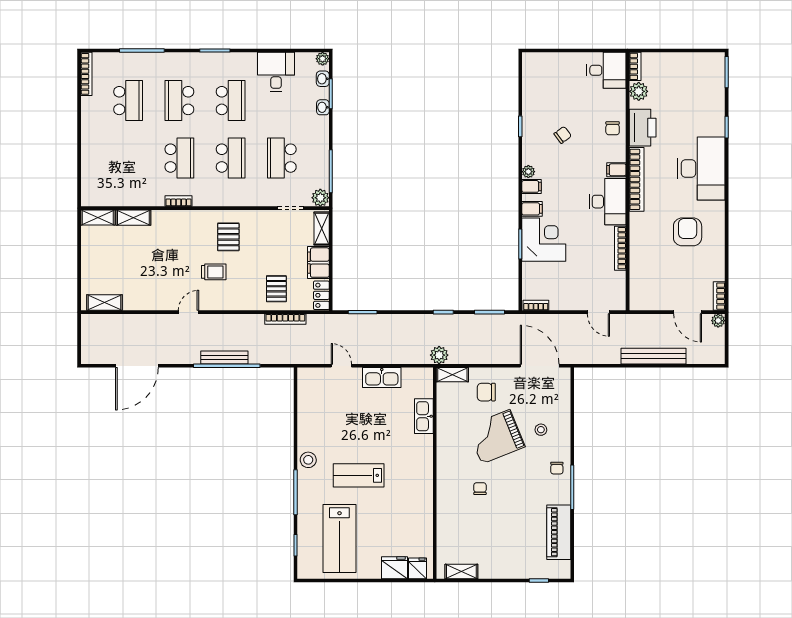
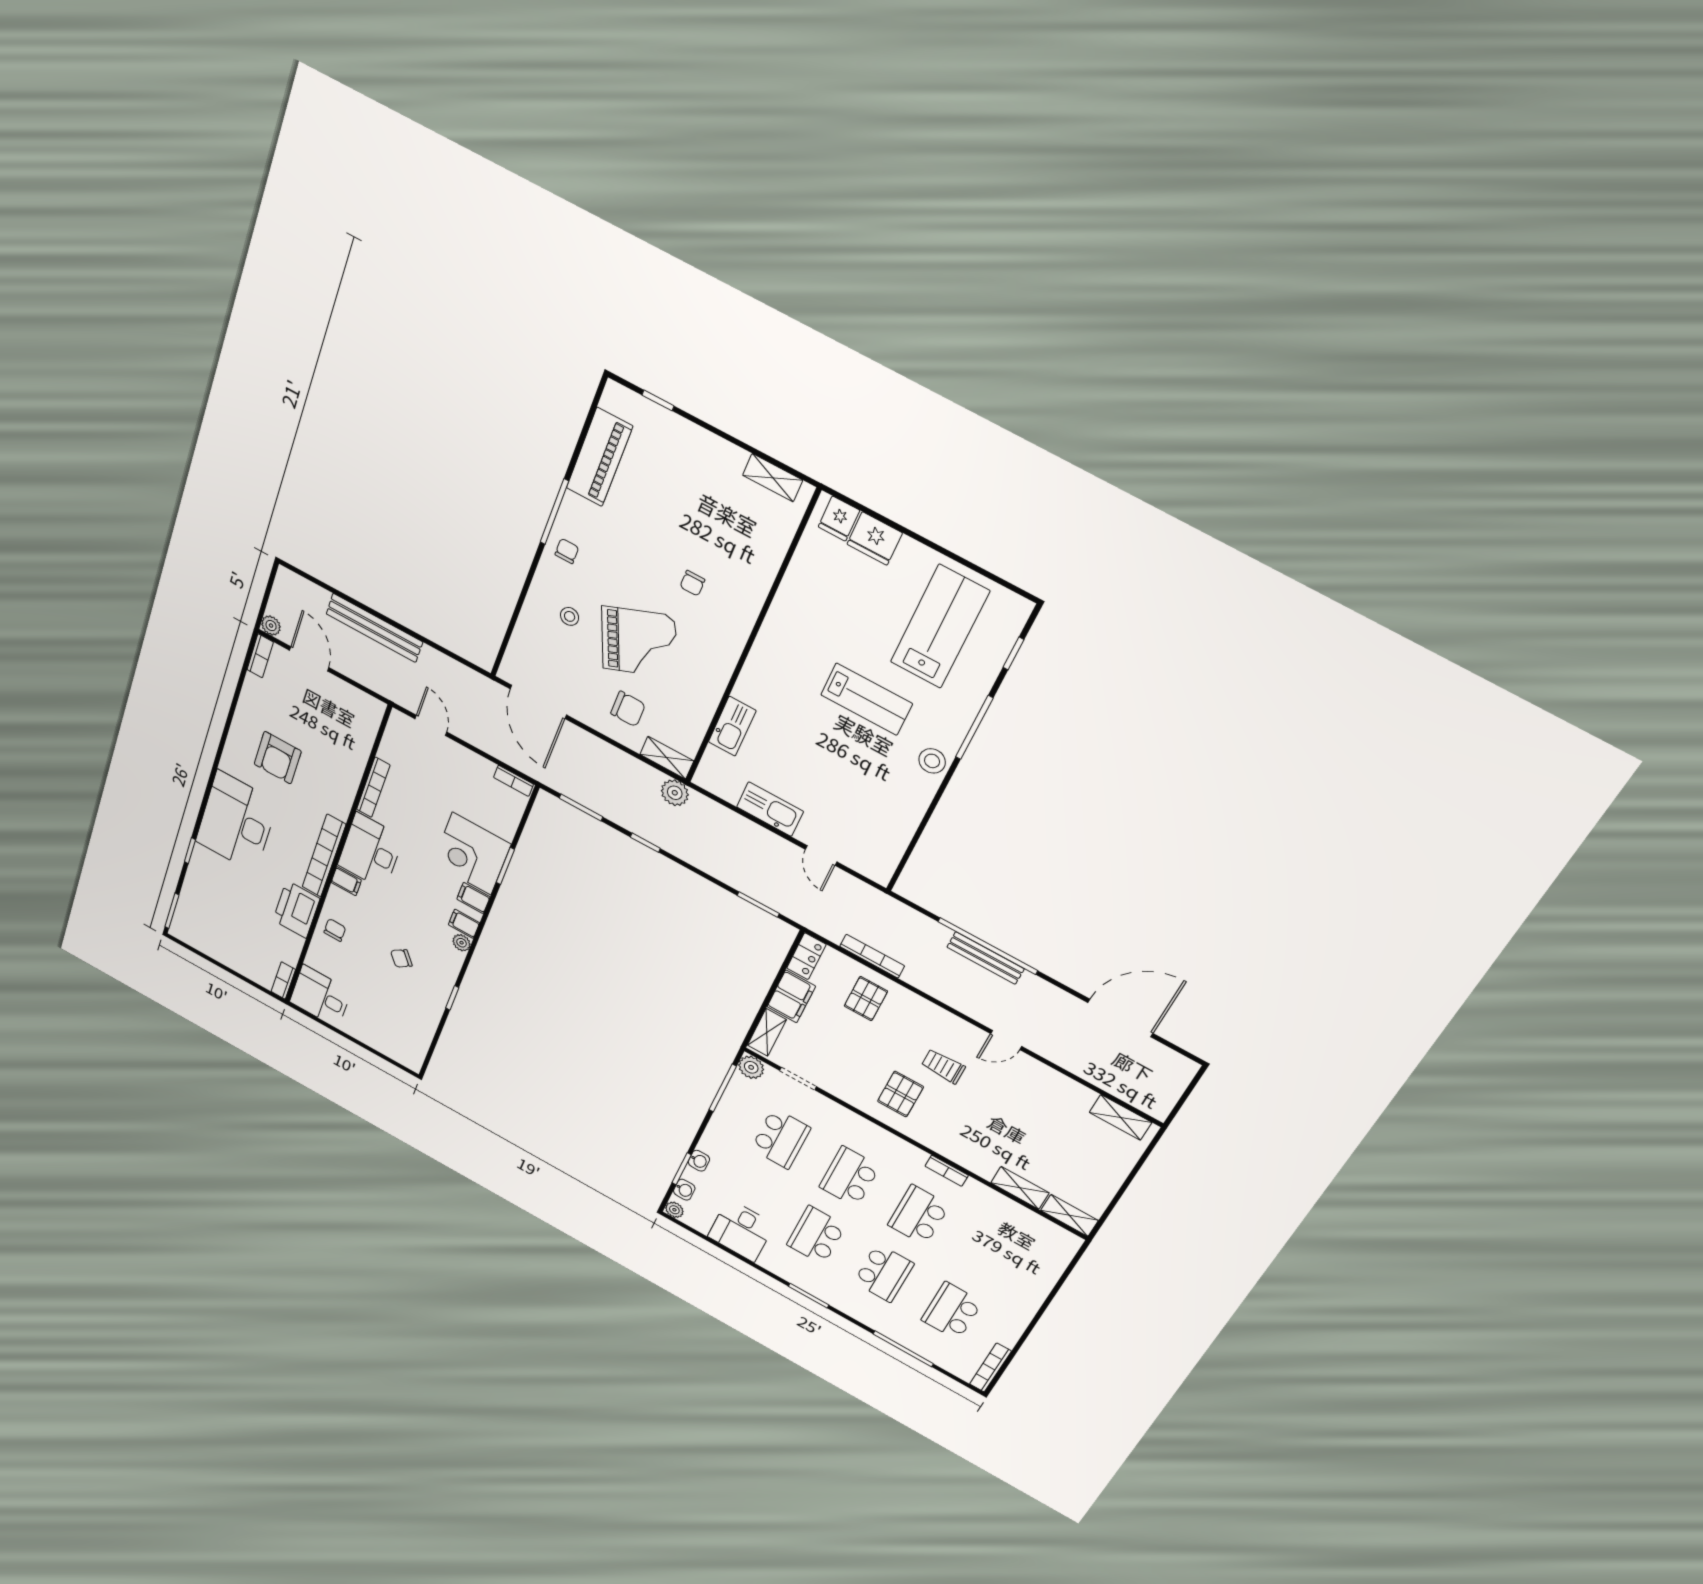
plant: (639, 91) -> (288, 951), removed

